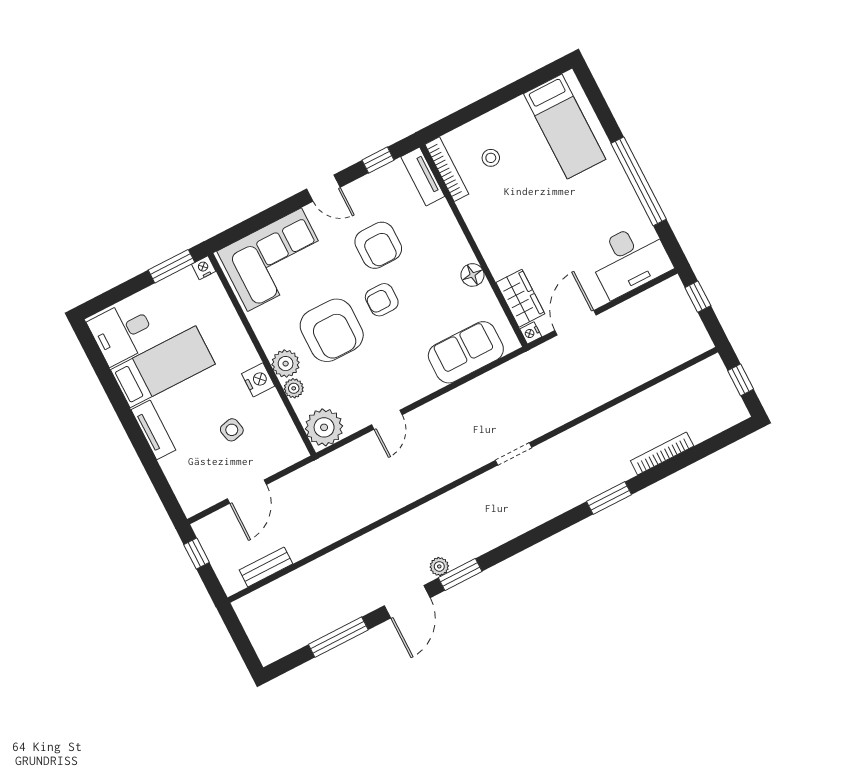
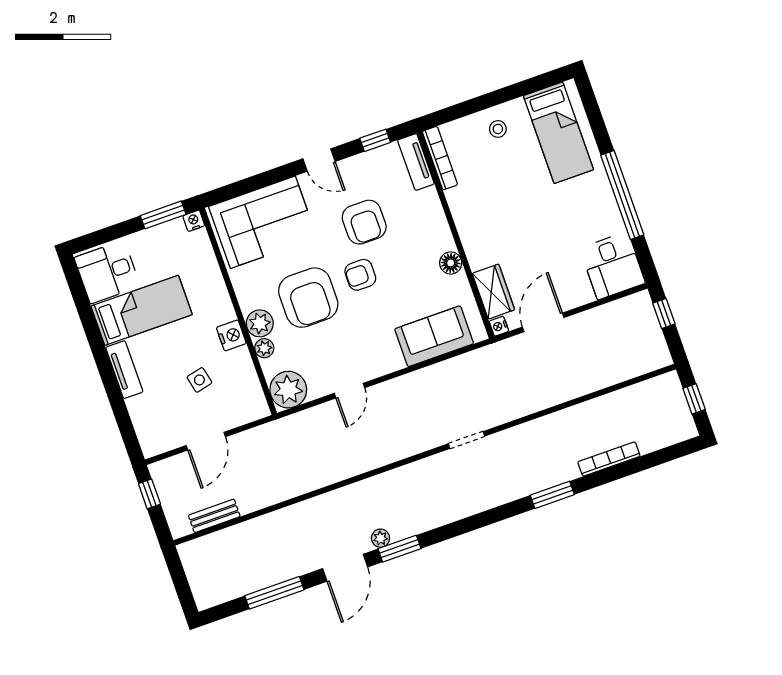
stool: (491, 158) -> (498, 129), moved
desk: (630, 260) -> (612, 266), width x0.73

